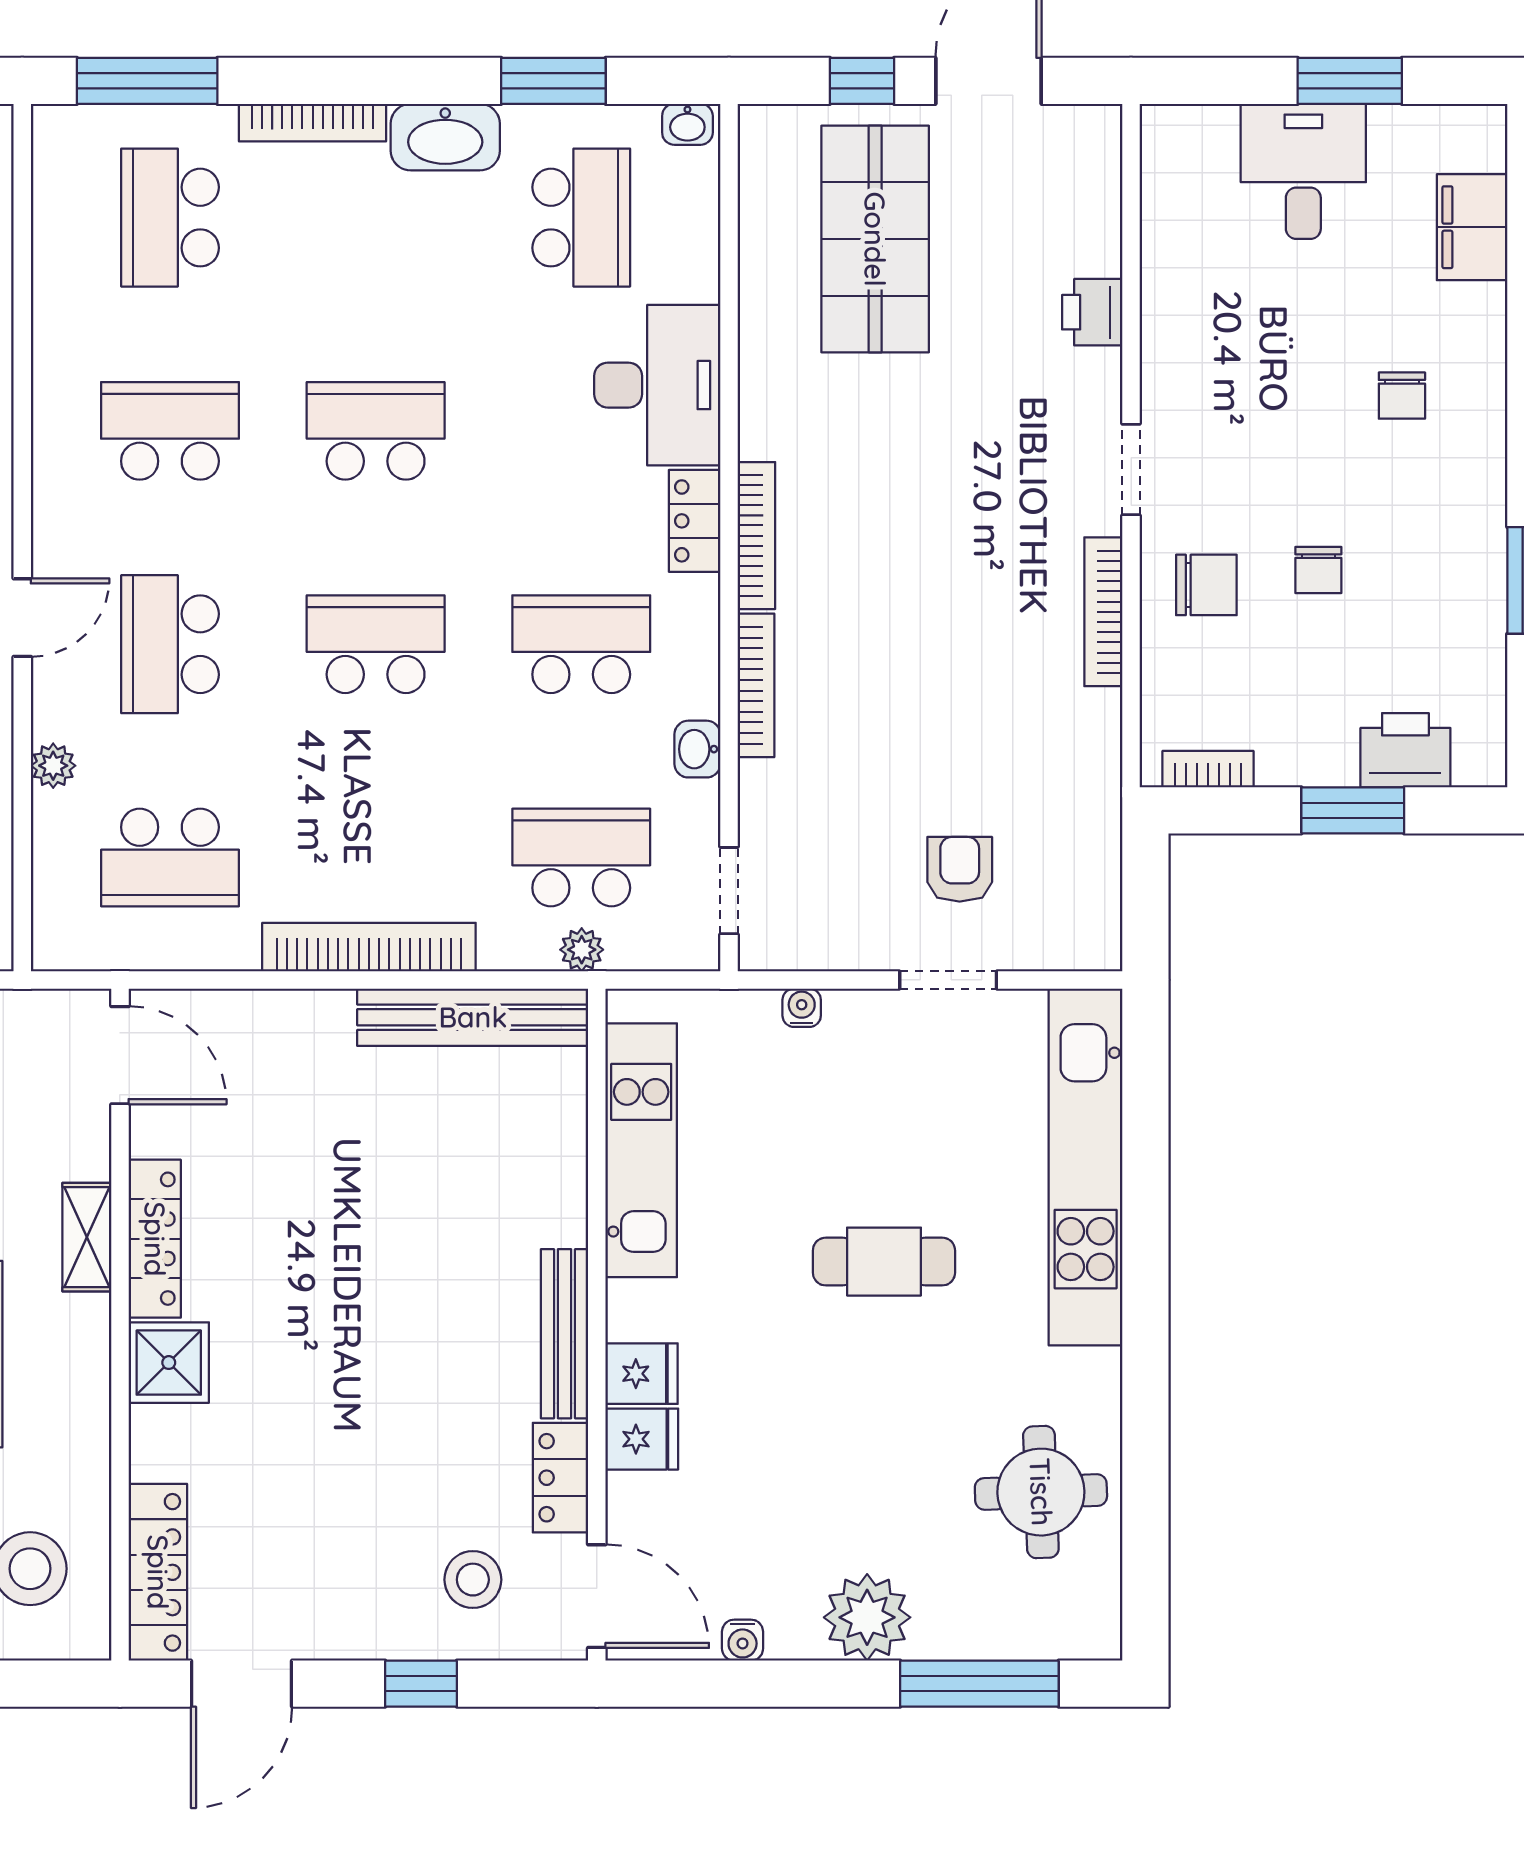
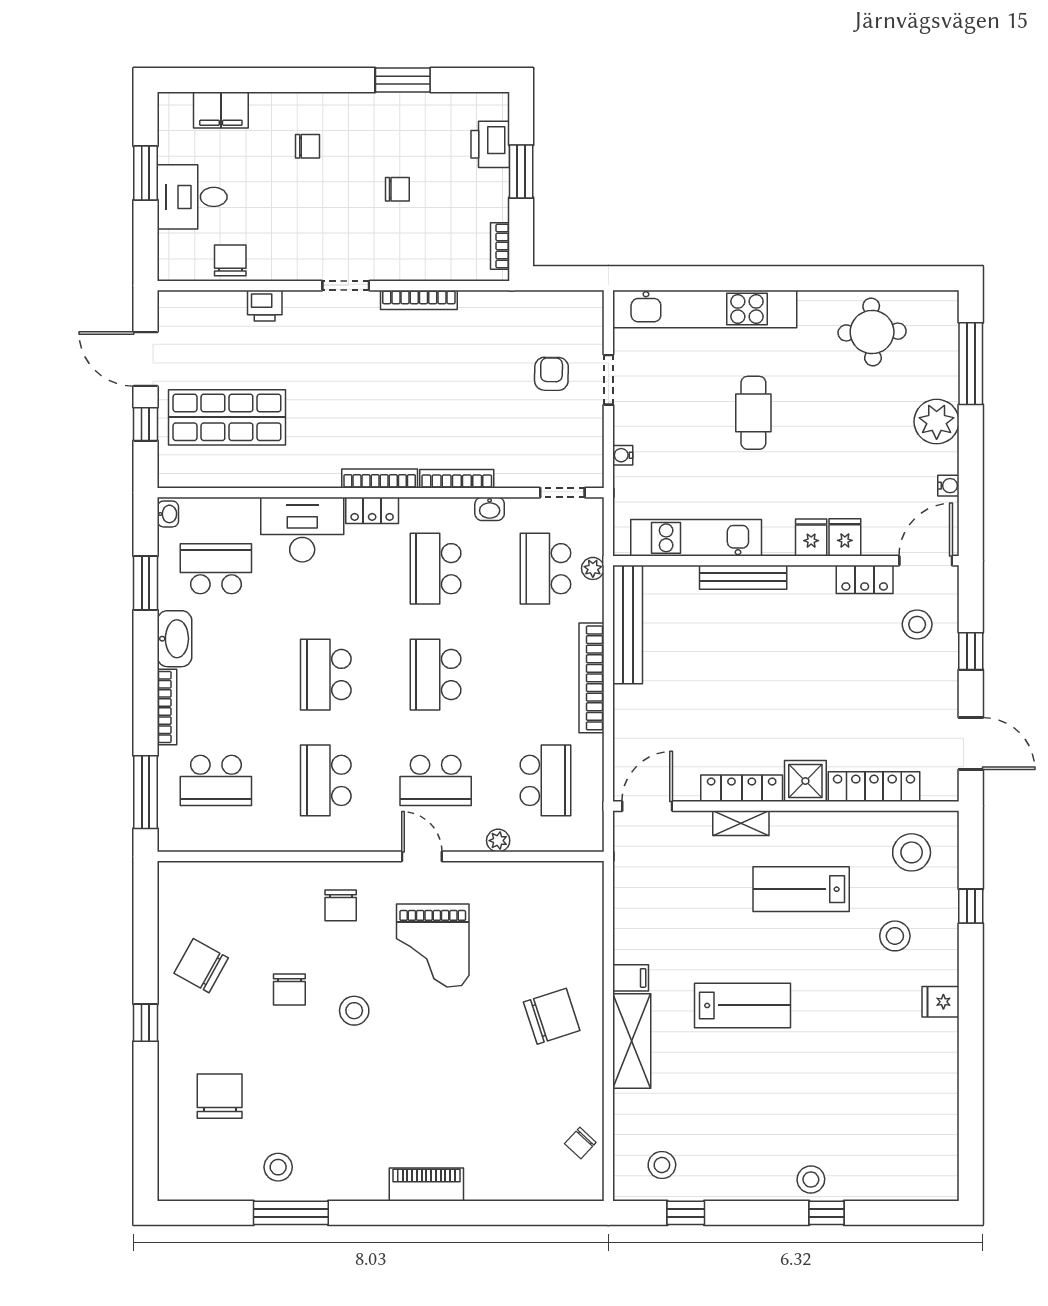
chair: (1206, 585) -> (230, 260), moved
armchair: (960, 869) -> (551, 374), turned 91
bench: (565, 1334) -> (743, 577), moved
locker: (158, 1572) -> (874, 787), moved

